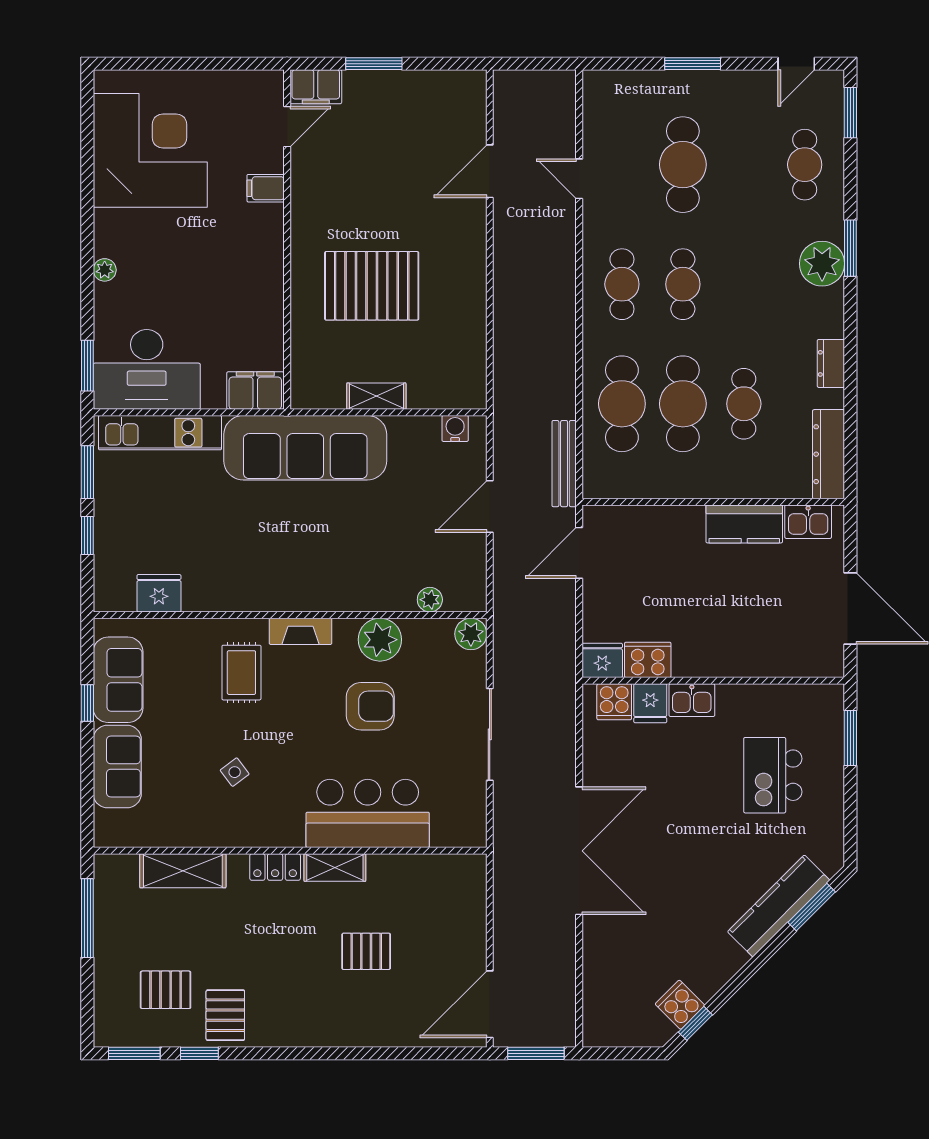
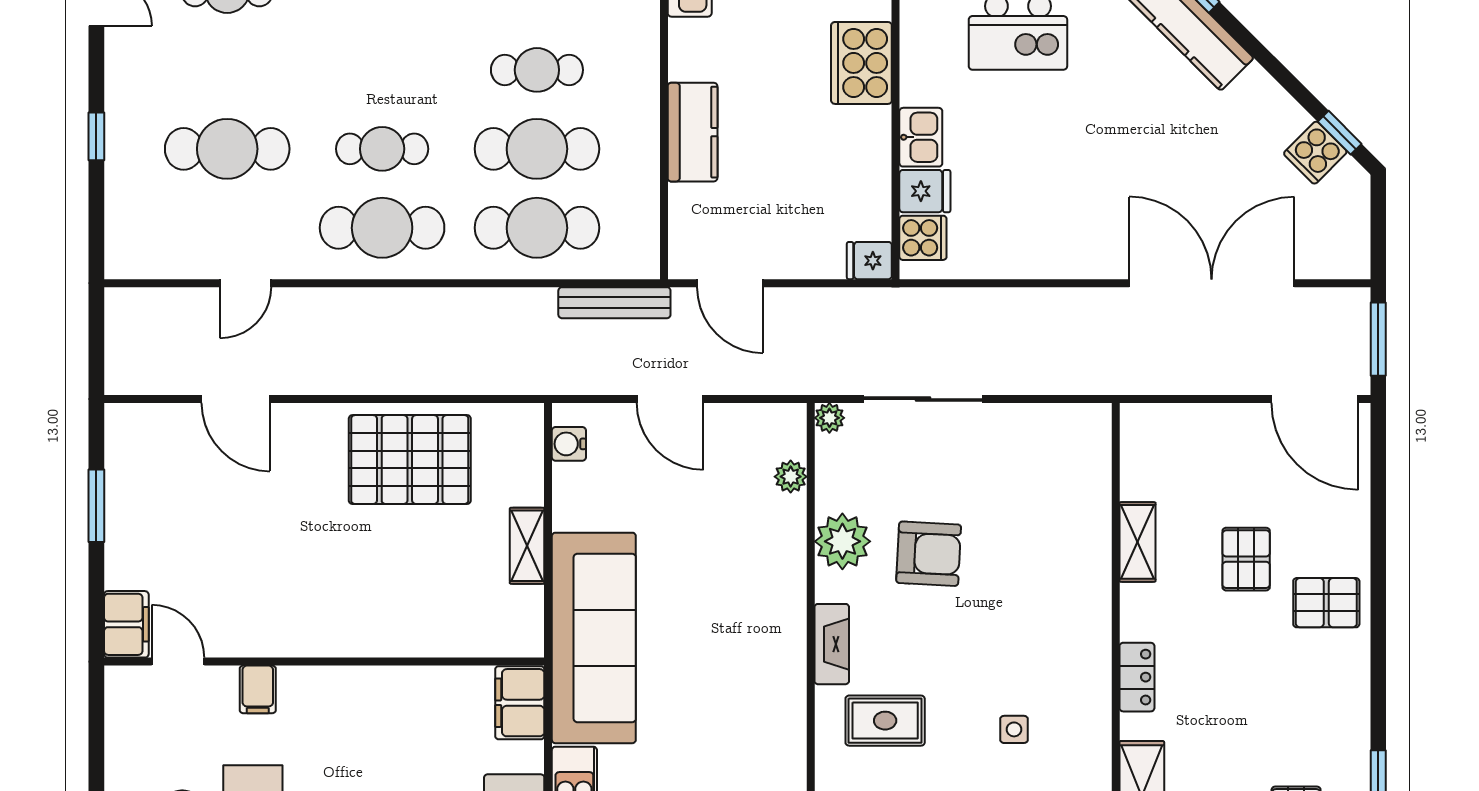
window: (374, 64) -> (96, 506), moved
window: (693, 64) -> (96, 136), width x0.67
cafe table: (622, 284) -> (382, 228), width x1.37, depth x1.35
pallet: (372, 286) -> (410, 460), moved, turned 90
kitchen counter: (744, 524) -> (693, 132), moved
plant: (471, 634) -> (829, 418), width x0.73, depth x0.73
fridge: (602, 660) -> (869, 261), width x0.72
cooker: (648, 660) -> (861, 63), moved, width x1.37, depth x1.31
armchair: (370, 706) -> (929, 554), turned 93
sliding door: (490, 734) -> (923, 399), moved
side table: (235, 772) -> (1014, 729), turned 37
bar counter: (368, 813) -> (1068, 557), removed
double door: (579, 851) -> (1212, 283), moved
shelving: (335, 867) -> (1138, 542), moved
pallet: (225, 1015) -> (1326, 603), moved

